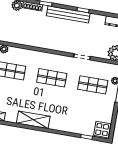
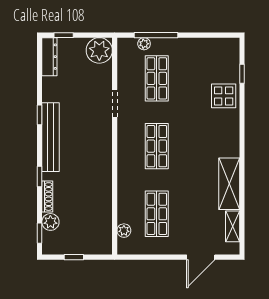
shelving: (33, 120) -> (229, 184), moved
display table: (102, 130) -> (224, 96), moved

